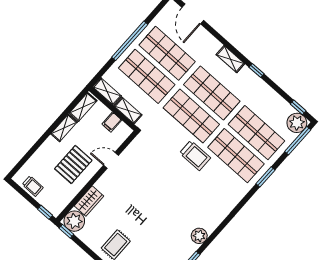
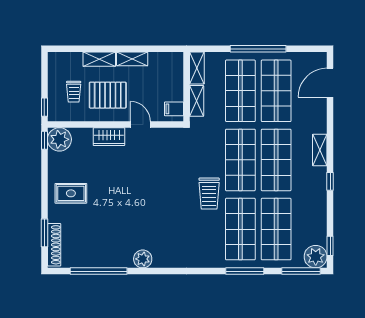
shelving: (83, 107) -> (99, 59), moved
filing cabinet: (112, 122) -> (174, 109), moved
window: (266, 177) -> (245, 271), width x1.44
trolley: (33, 186) -> (74, 92), moved
wardrobe: (89, 201) -> (109, 137), moved

